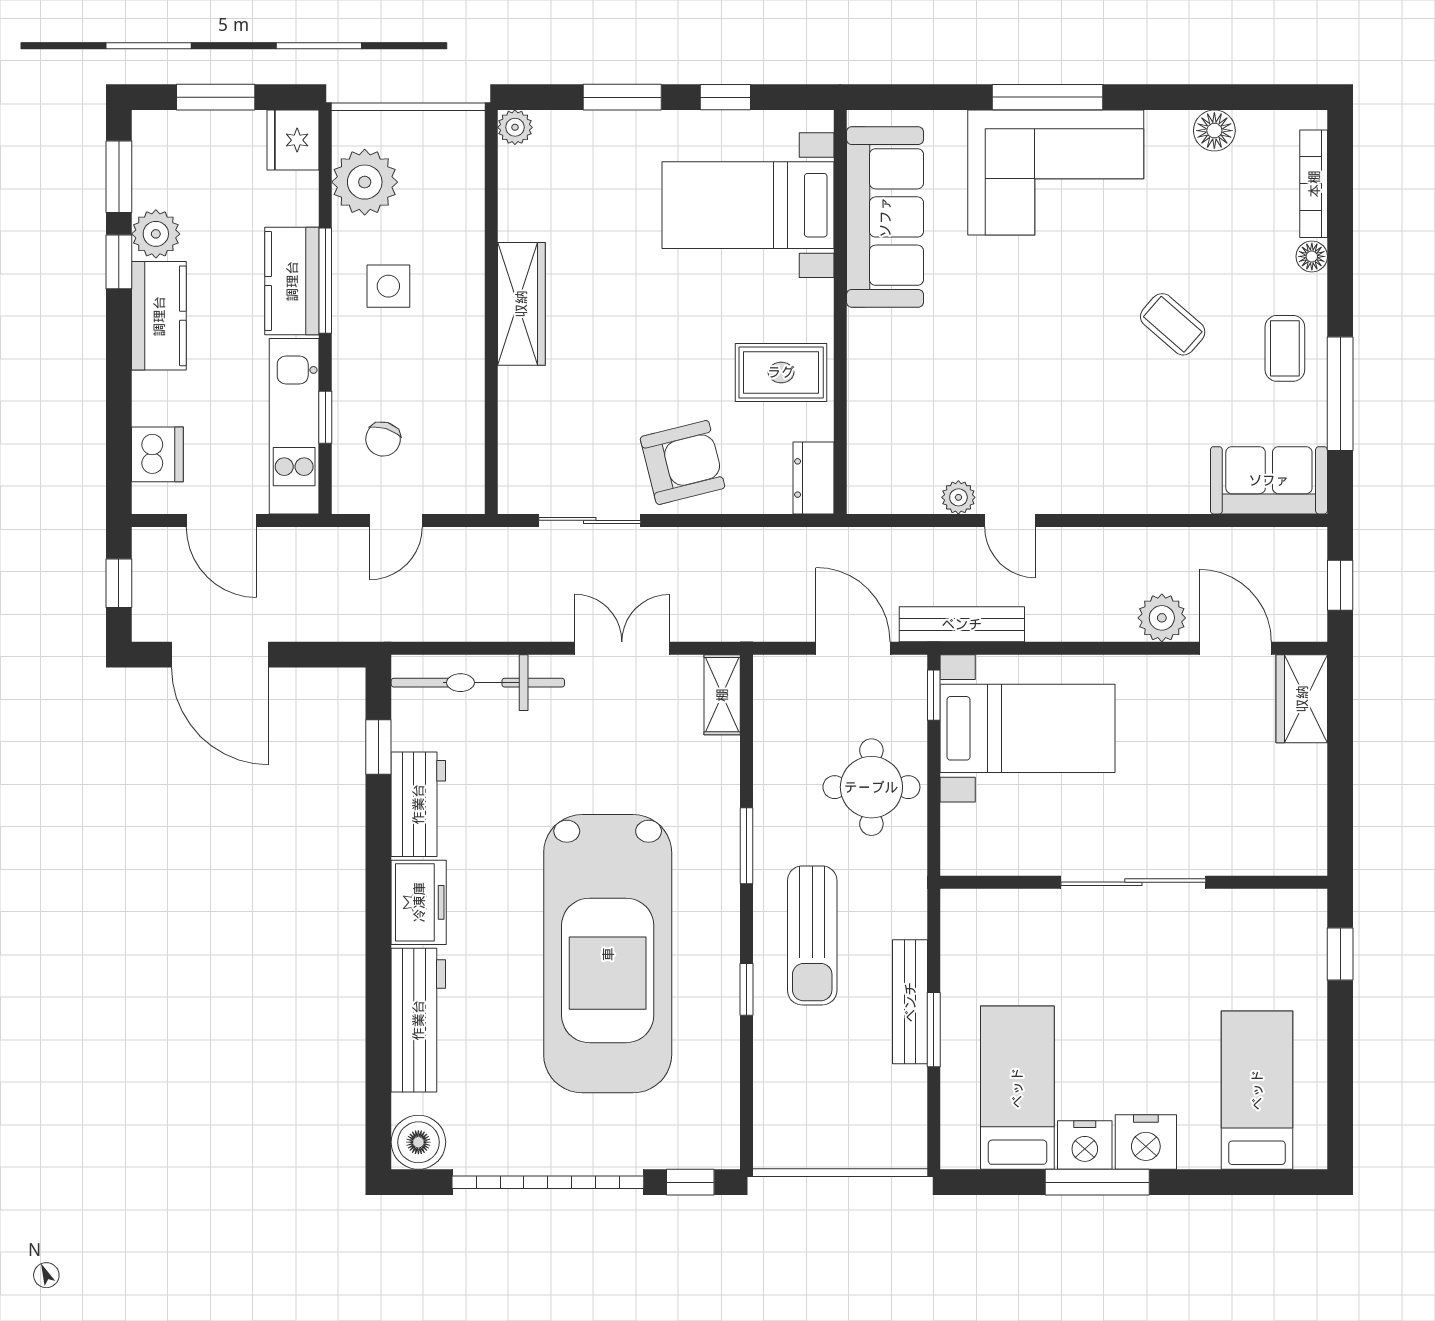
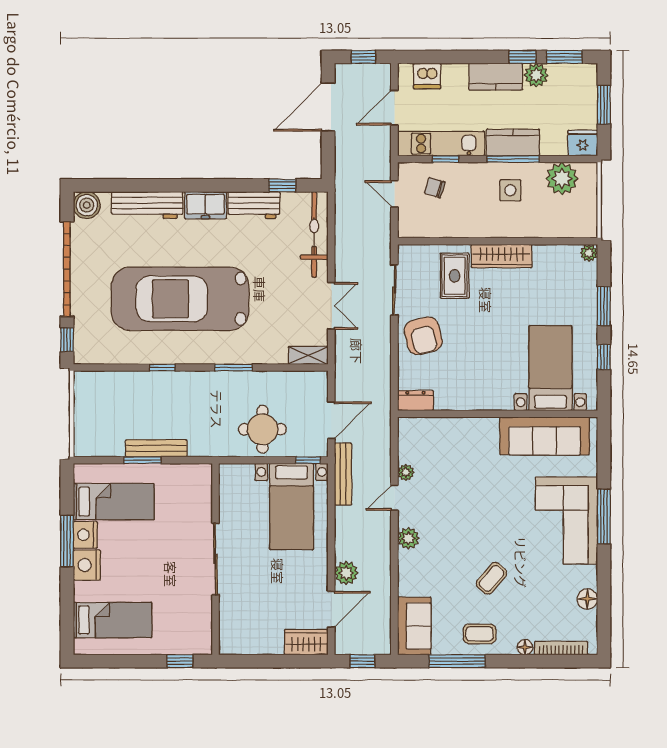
rug: (781, 372) -> (455, 276), moved
plant: (1092, 492) -> (408, 538), added
sun lounger: (812, 935) -> (189, 400), removed

